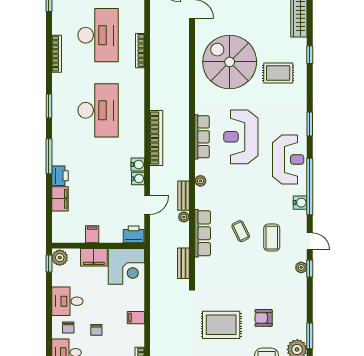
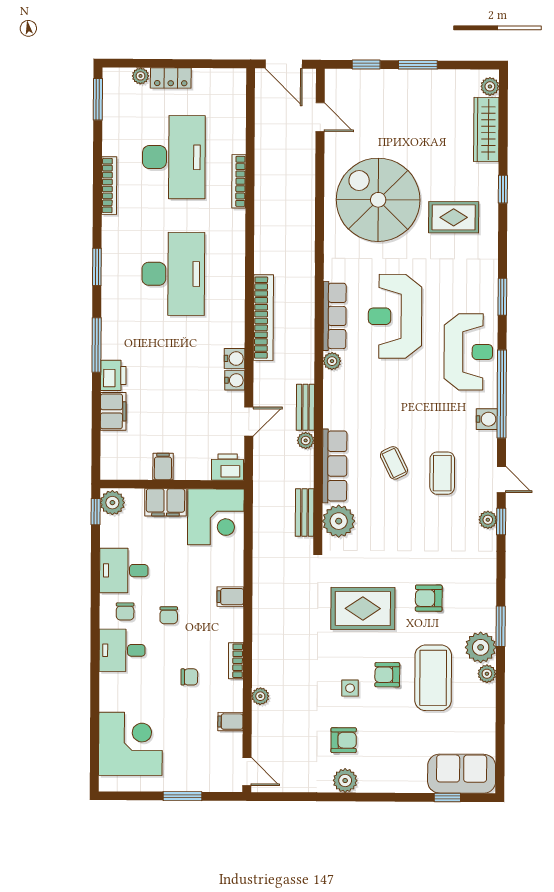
plant: (200, 181) -> (332, 361), moved
plant: (205, 269) -> (339, 521), added

